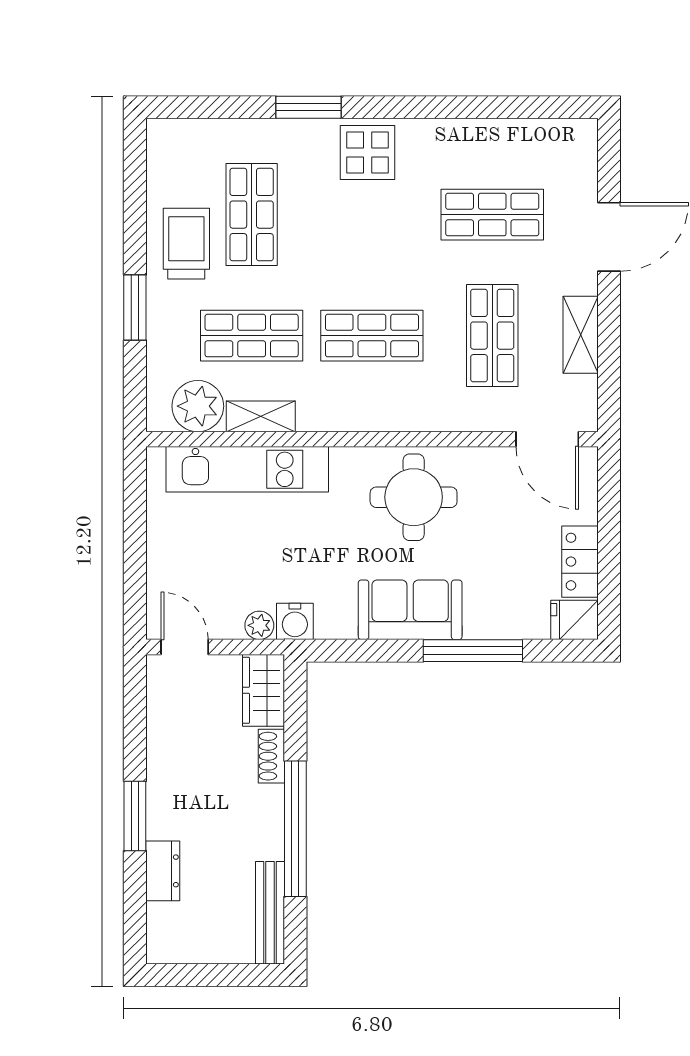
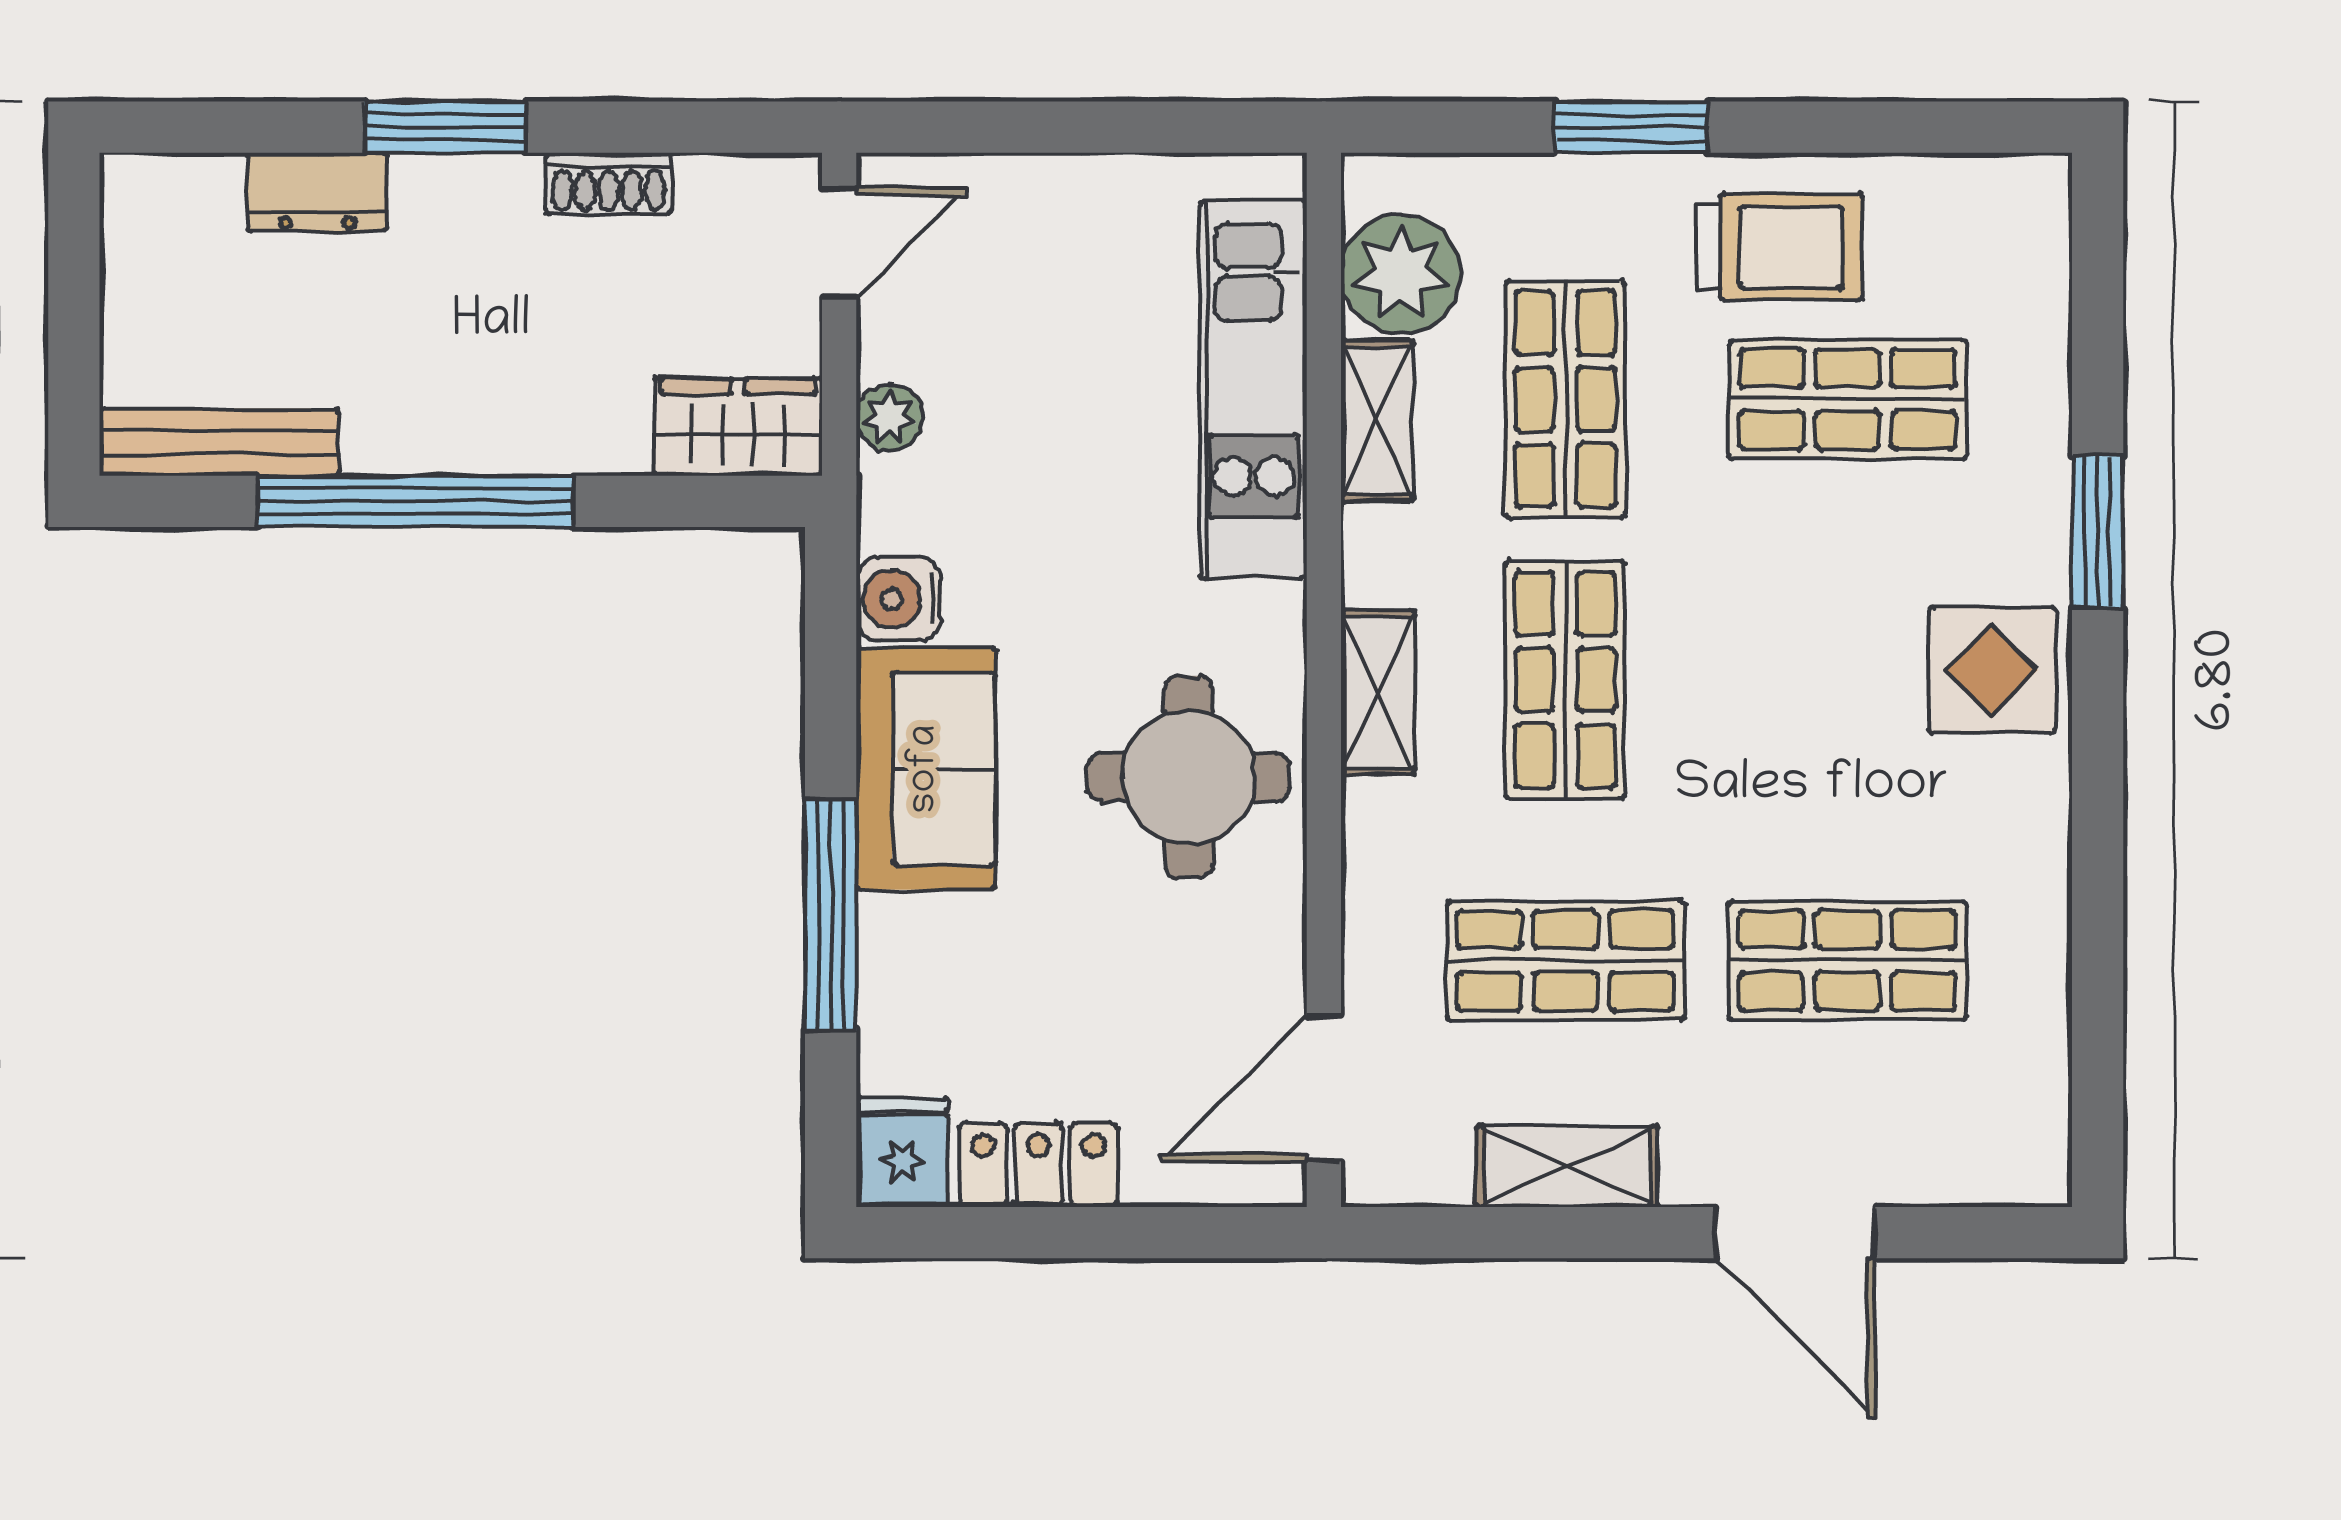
shop shelf: (492, 215) -> (1847, 960), turned 90
shelving: (377, 416) -> (1378, 693), added
water cooler: (295, 621) -> (899, 599), moved
shoe rack: (271, 756) -> (609, 183), moved, turned 180

